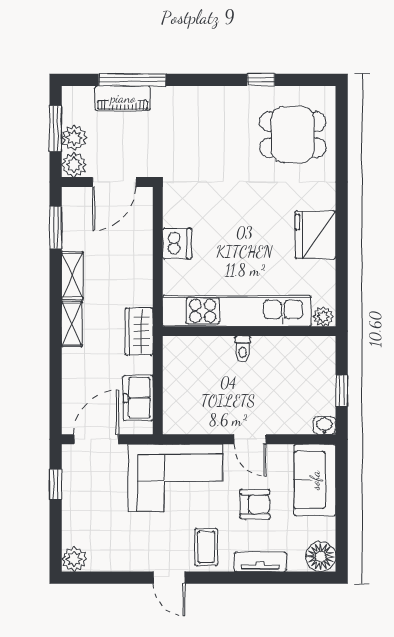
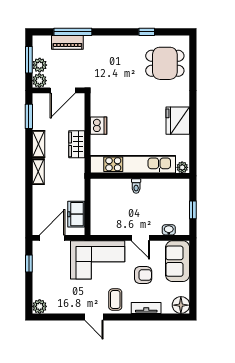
wardrobe: (139, 331) -> (77, 144), moved
washbasin: (324, 425) -> (169, 230), moved

